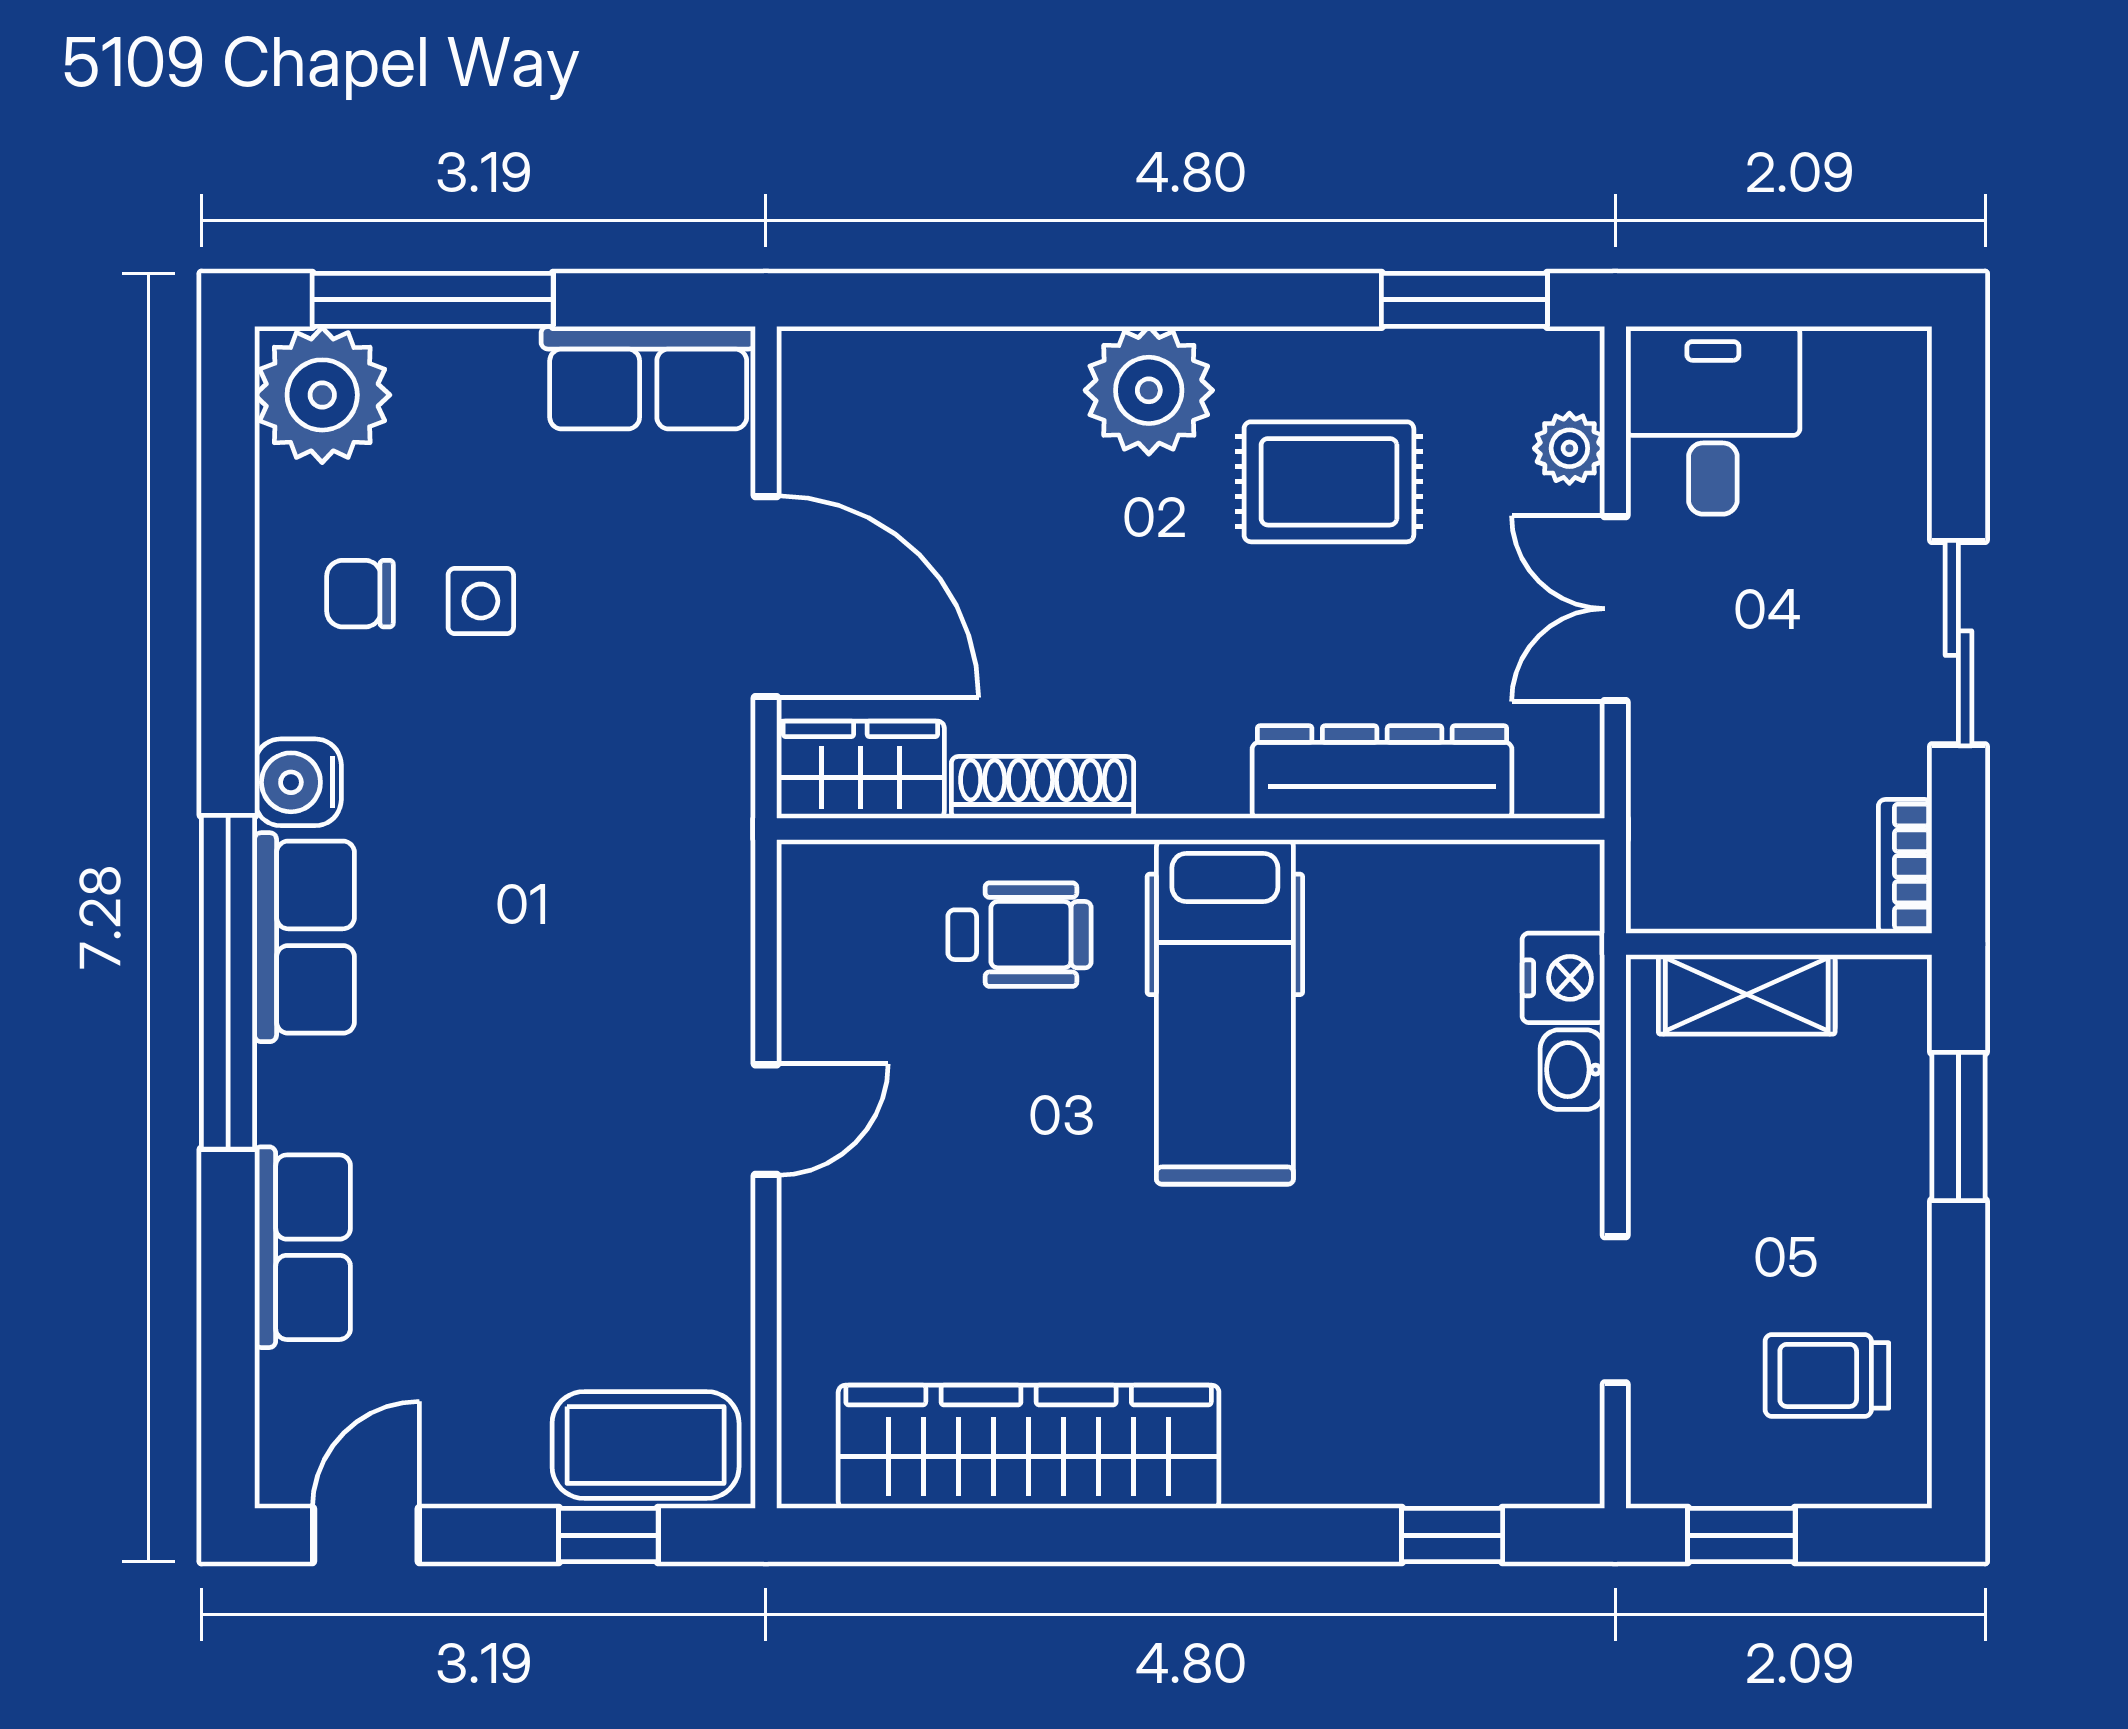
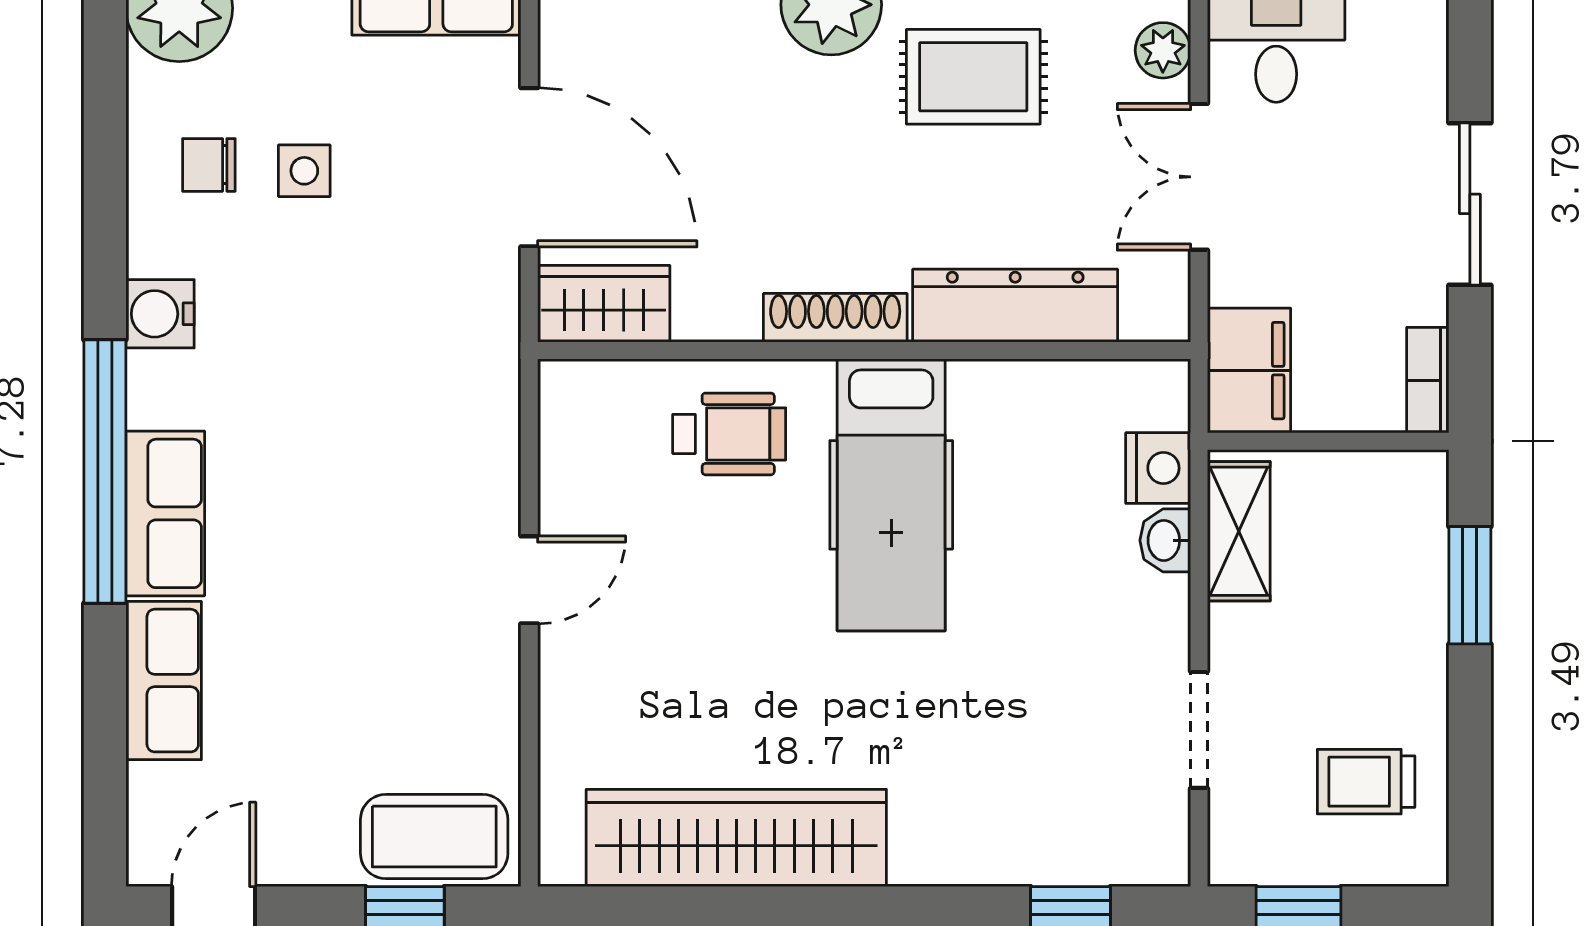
shoe rack: (1043, 787) -> (835, 318), moved
filing cabinet: (1679, 854) -> (1249, 371), added
row of seats: (304, 937) -> (165, 513), moved
shelving: (1747, 994) -> (1239, 531), moved, turned 90

